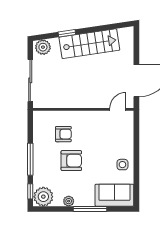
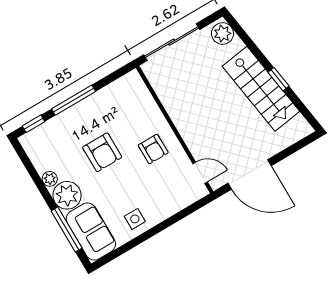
window: (67, 33) -> (279, 79), moved
armchair: (63, 134) -> (153, 149), moved
plant: (43, 197) -> (67, 195), moved
window: (90, 209) -> (67, 230), moved

